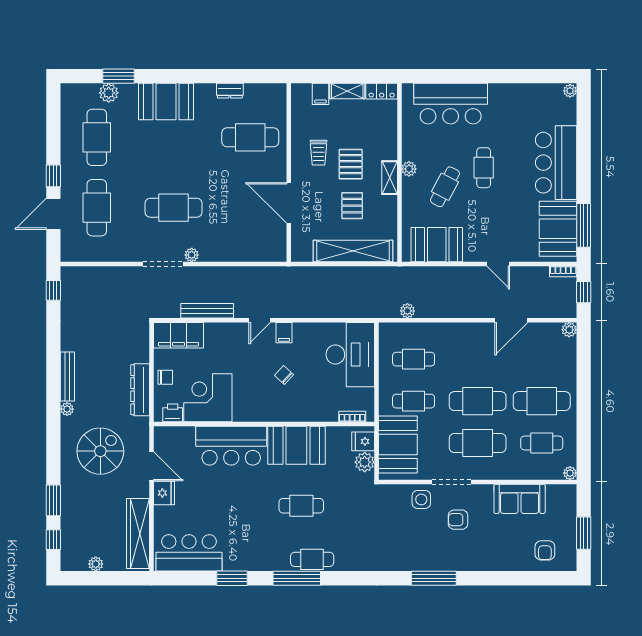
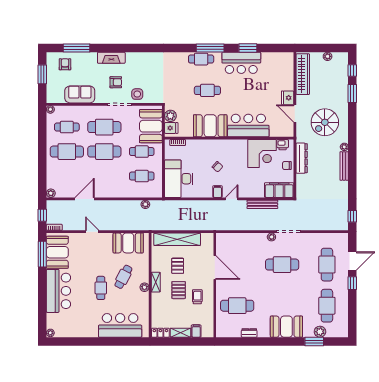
bar counter: (189, 553) -> (241, 63), moved
fireplace: (466, 562) -> (111, 58), added
window: (434, 578) -> (77, 48), moved

